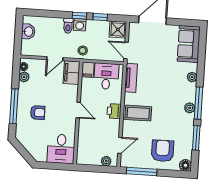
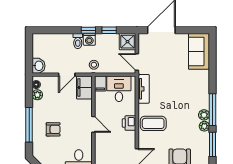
washbasin: (28, 32) -> (39, 66), moved
plant: (192, 77) -> (204, 126), moved

